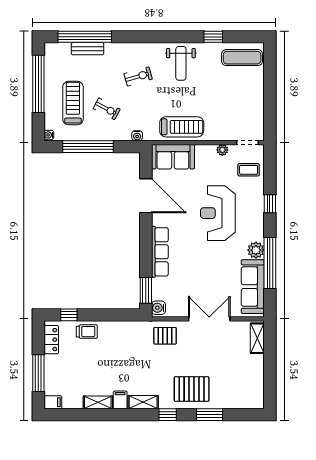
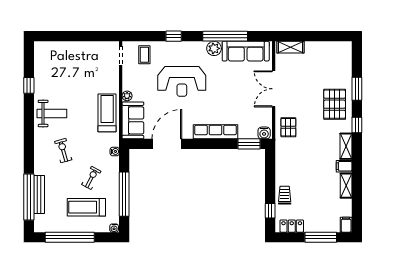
bench: (88, 49) -> (39, 195), width x1.36
exercise mat: (242, 58) -> (47, 60), removed
plant: (222, 150) -> (127, 96), moved

